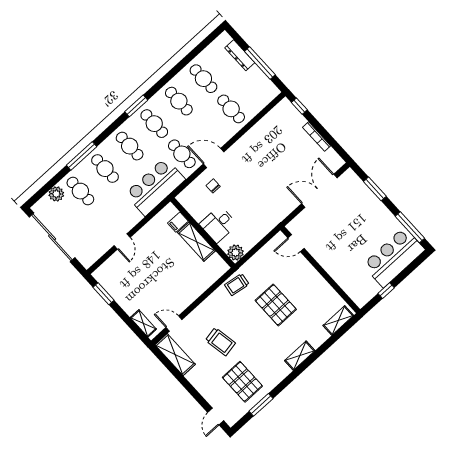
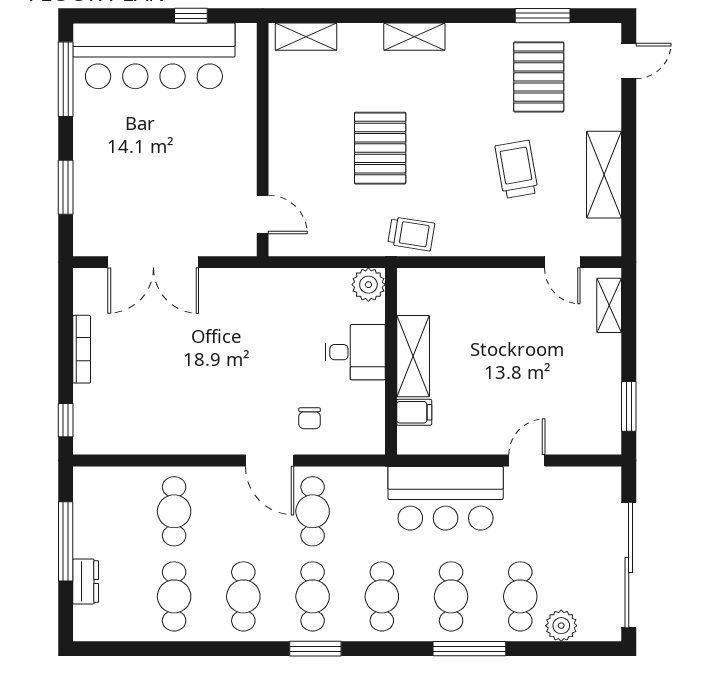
dresser: (240, 55) -> (86, 582), width x0.70
bar counter: (155, 187) -> (446, 498), moved
bar counter: (394, 257) -> (154, 56), width x1.36
shelving: (175, 355) -> (604, 175), moved

